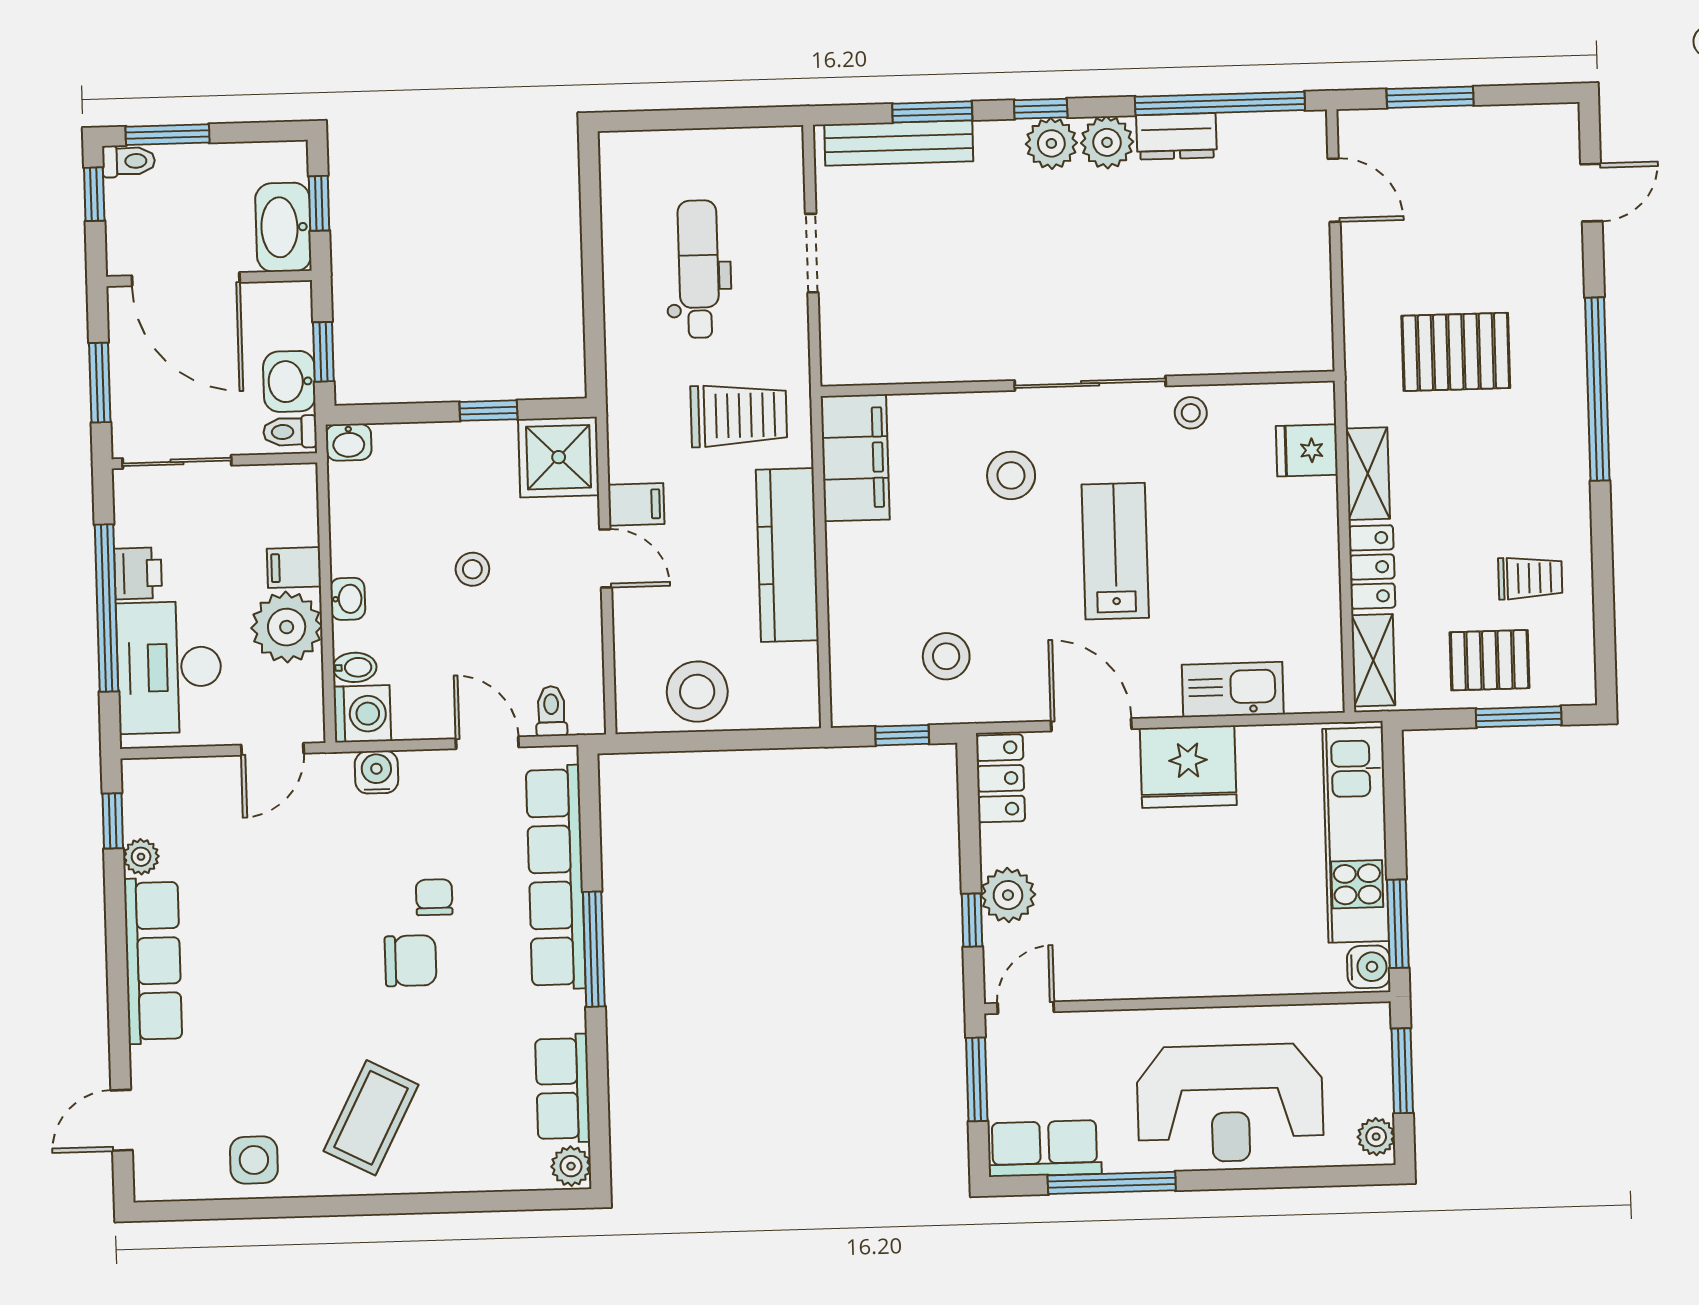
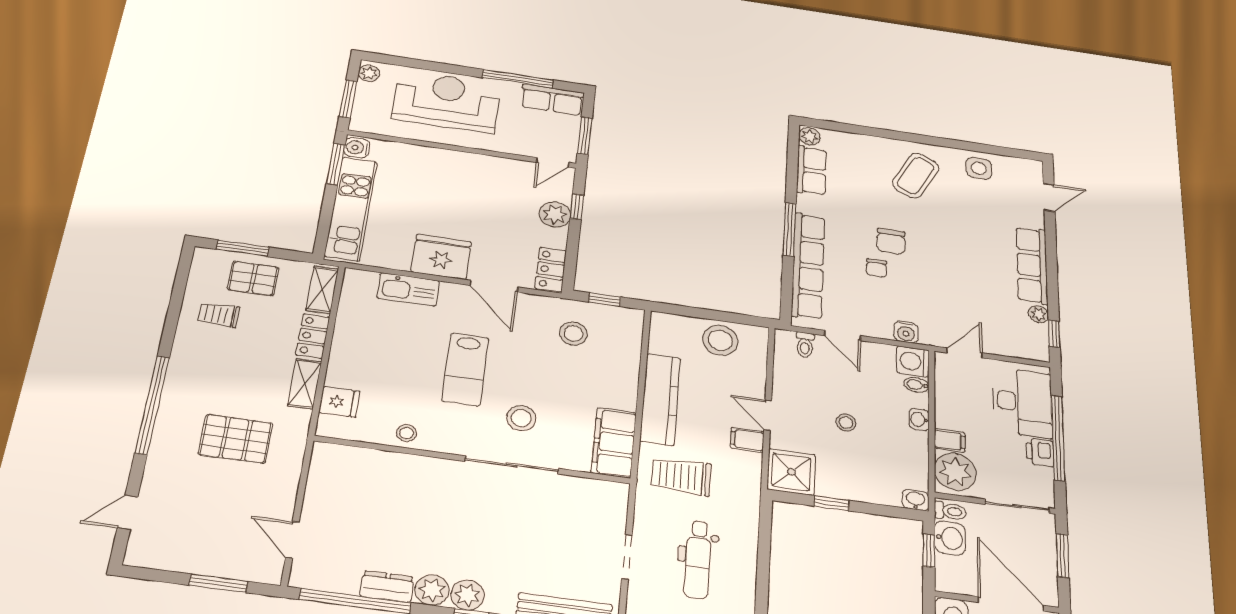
sliding door: (1090, 383) -> (512, 465), moved
plant: (287, 627) -> (955, 472), moved
chair: (411, 961) -> (891, 241), turned -90

